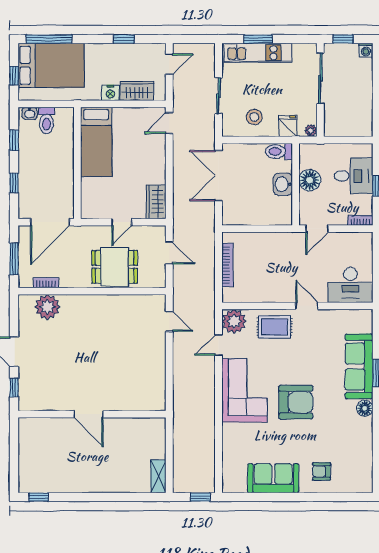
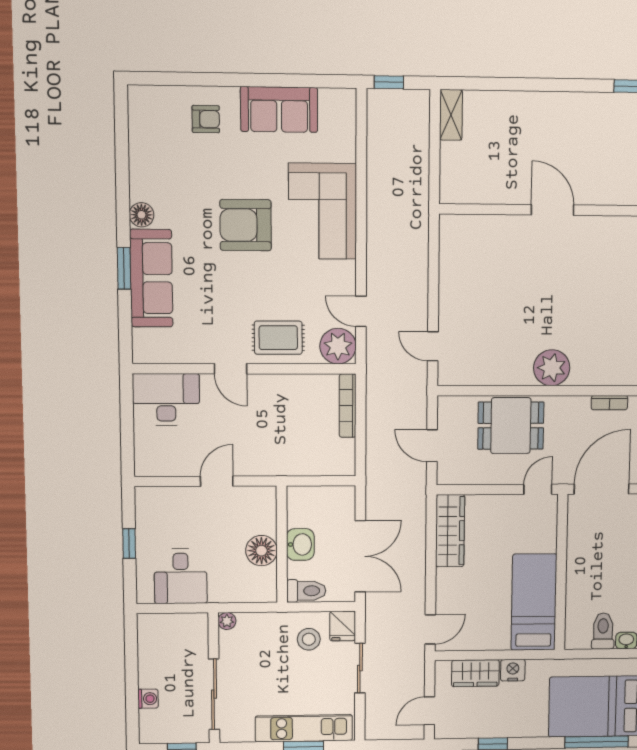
washing machine: (366, 50) -> (148, 699), moved, turned 90
fridge: (288, 126) -> (343, 626), moved
toilet: (279, 151) -> (306, 591), moved
desk: (354, 176) -> (181, 576), moved, turned -90
floor lamp: (310, 180) -> (261, 551), moved
washbasin: (283, 184) -> (300, 544), moved
wall: (296, 184) -> (282, 544), moved
wardrobe: (156, 202) -> (450, 531), width x1.50
bookcase: (360, 220) -> (153, 493), removed
door: (122, 222) -> (538, 489), moved
bookcase: (227, 265) -> (348, 406), moved
plant: (47, 307) -> (552, 368), moved
door: (218, 345) -> (361, 311), swing flipped
corner sofa: (244, 390) -> (323, 211), moved

